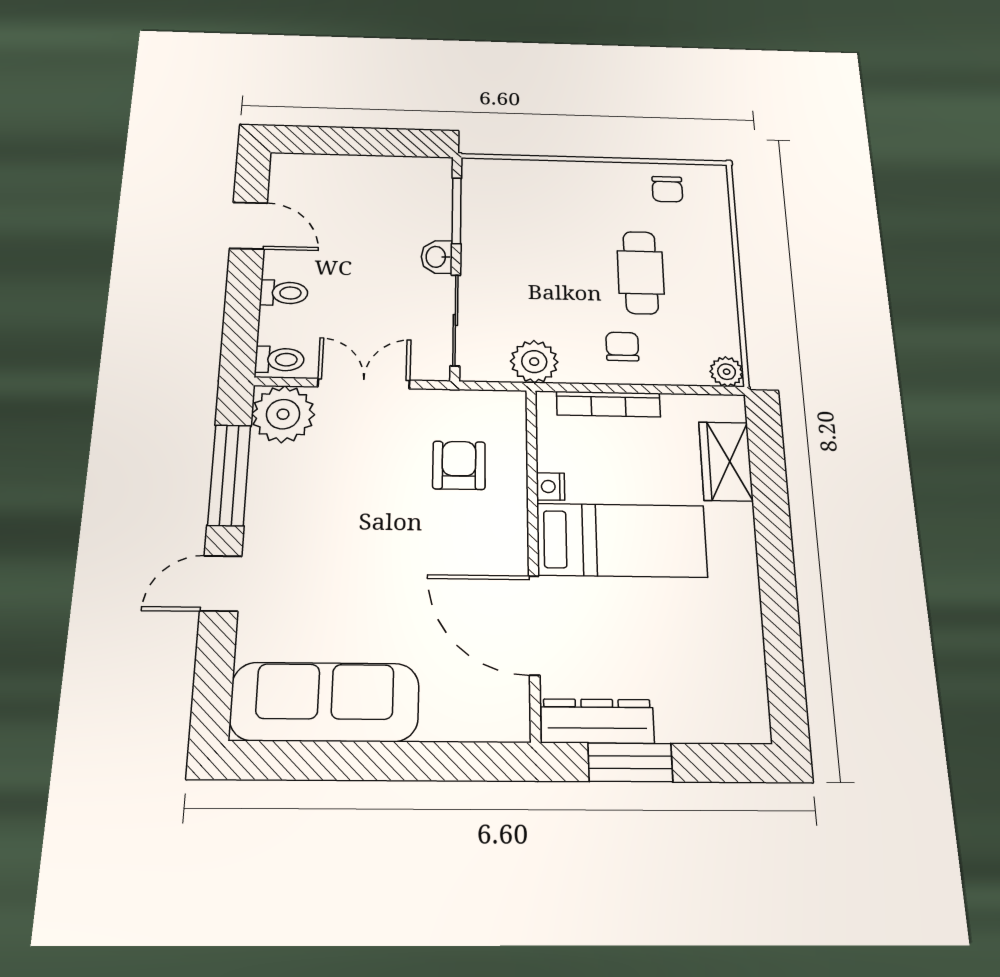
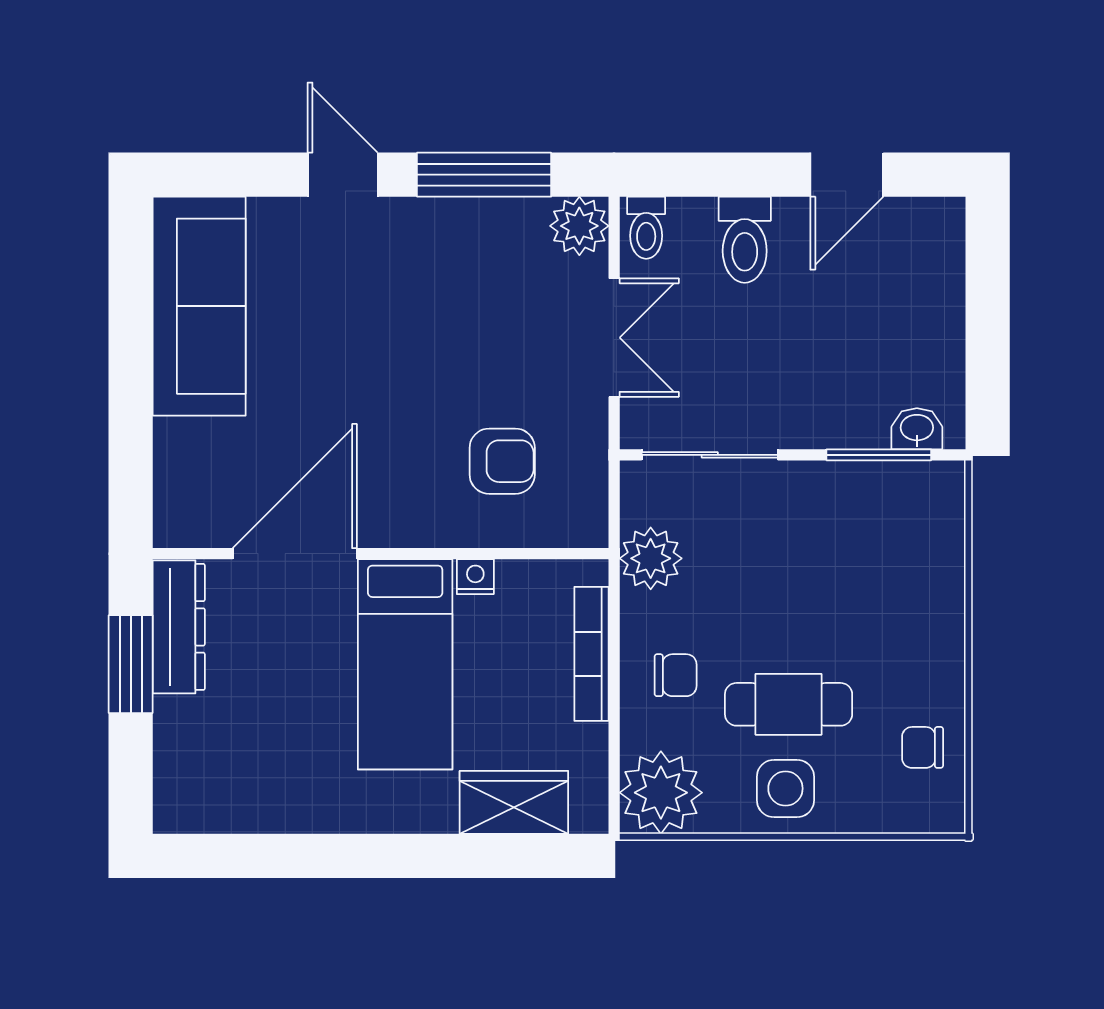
washbasin: (437, 257) -> (917, 429), moved
side table: (702, 276) -> (785, 788), added
toilet: (284, 293) -> (745, 240), width x1.37, depth x1.39
plant: (727, 372) -> (661, 793), width x1.87, depth x1.87
plant: (283, 414) -> (579, 226), width x0.73, depth x0.73

